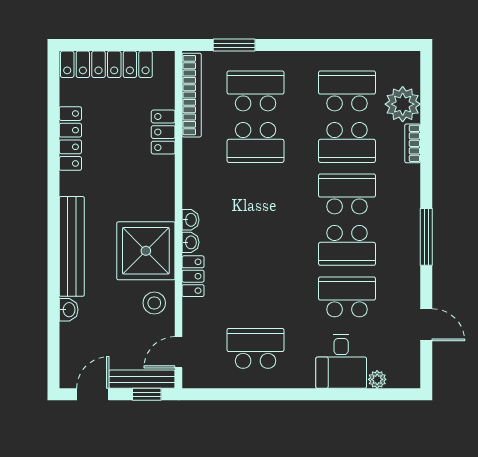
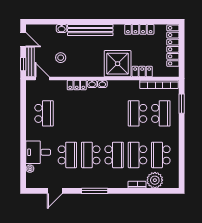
school desk: (347, 91) -> (161, 155), turned 180
shower: (146, 251) -> (118, 64), moved
stool: (154, 303) -> (61, 58), moved

